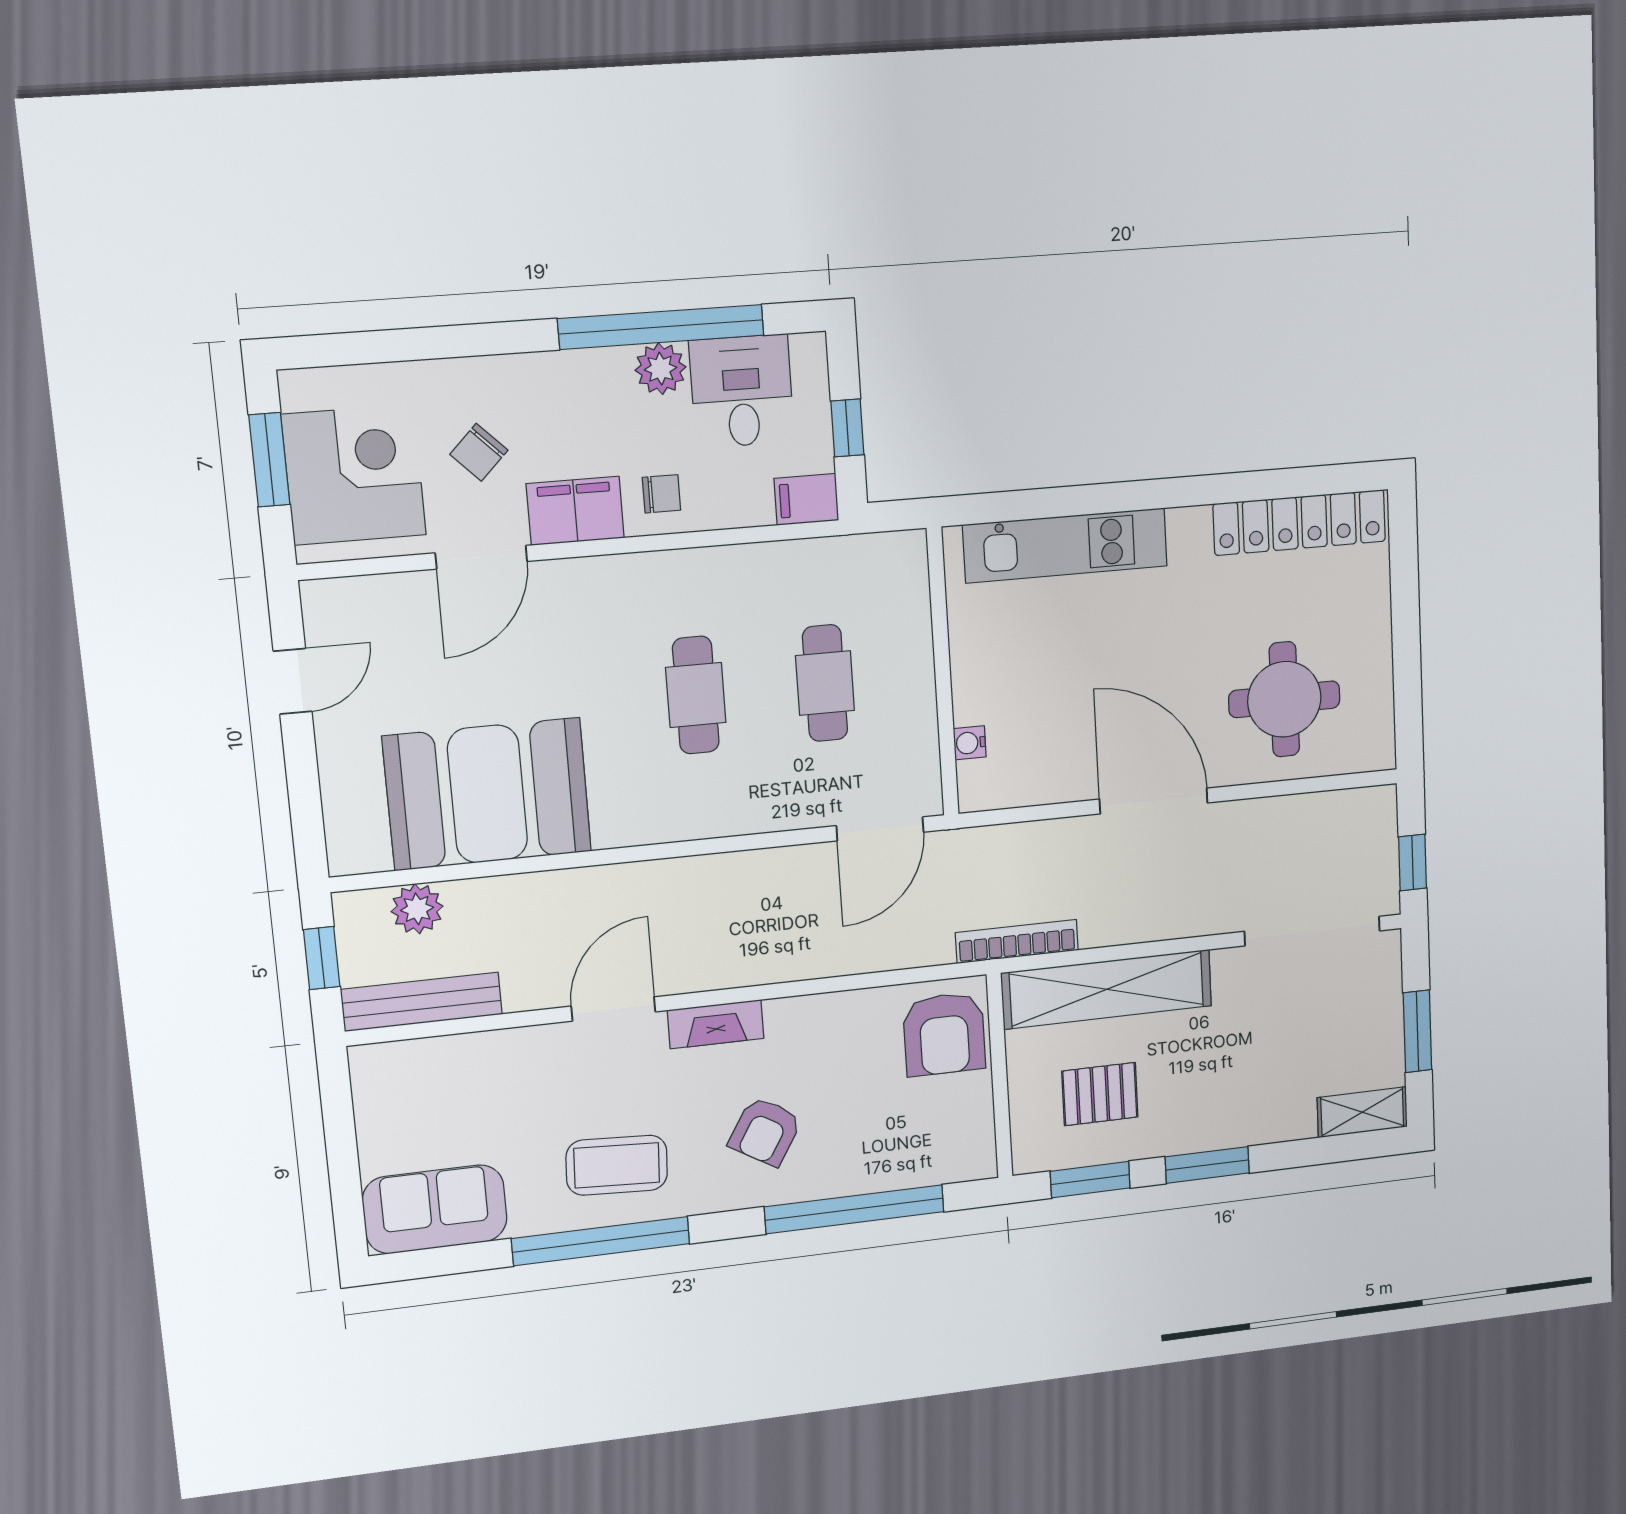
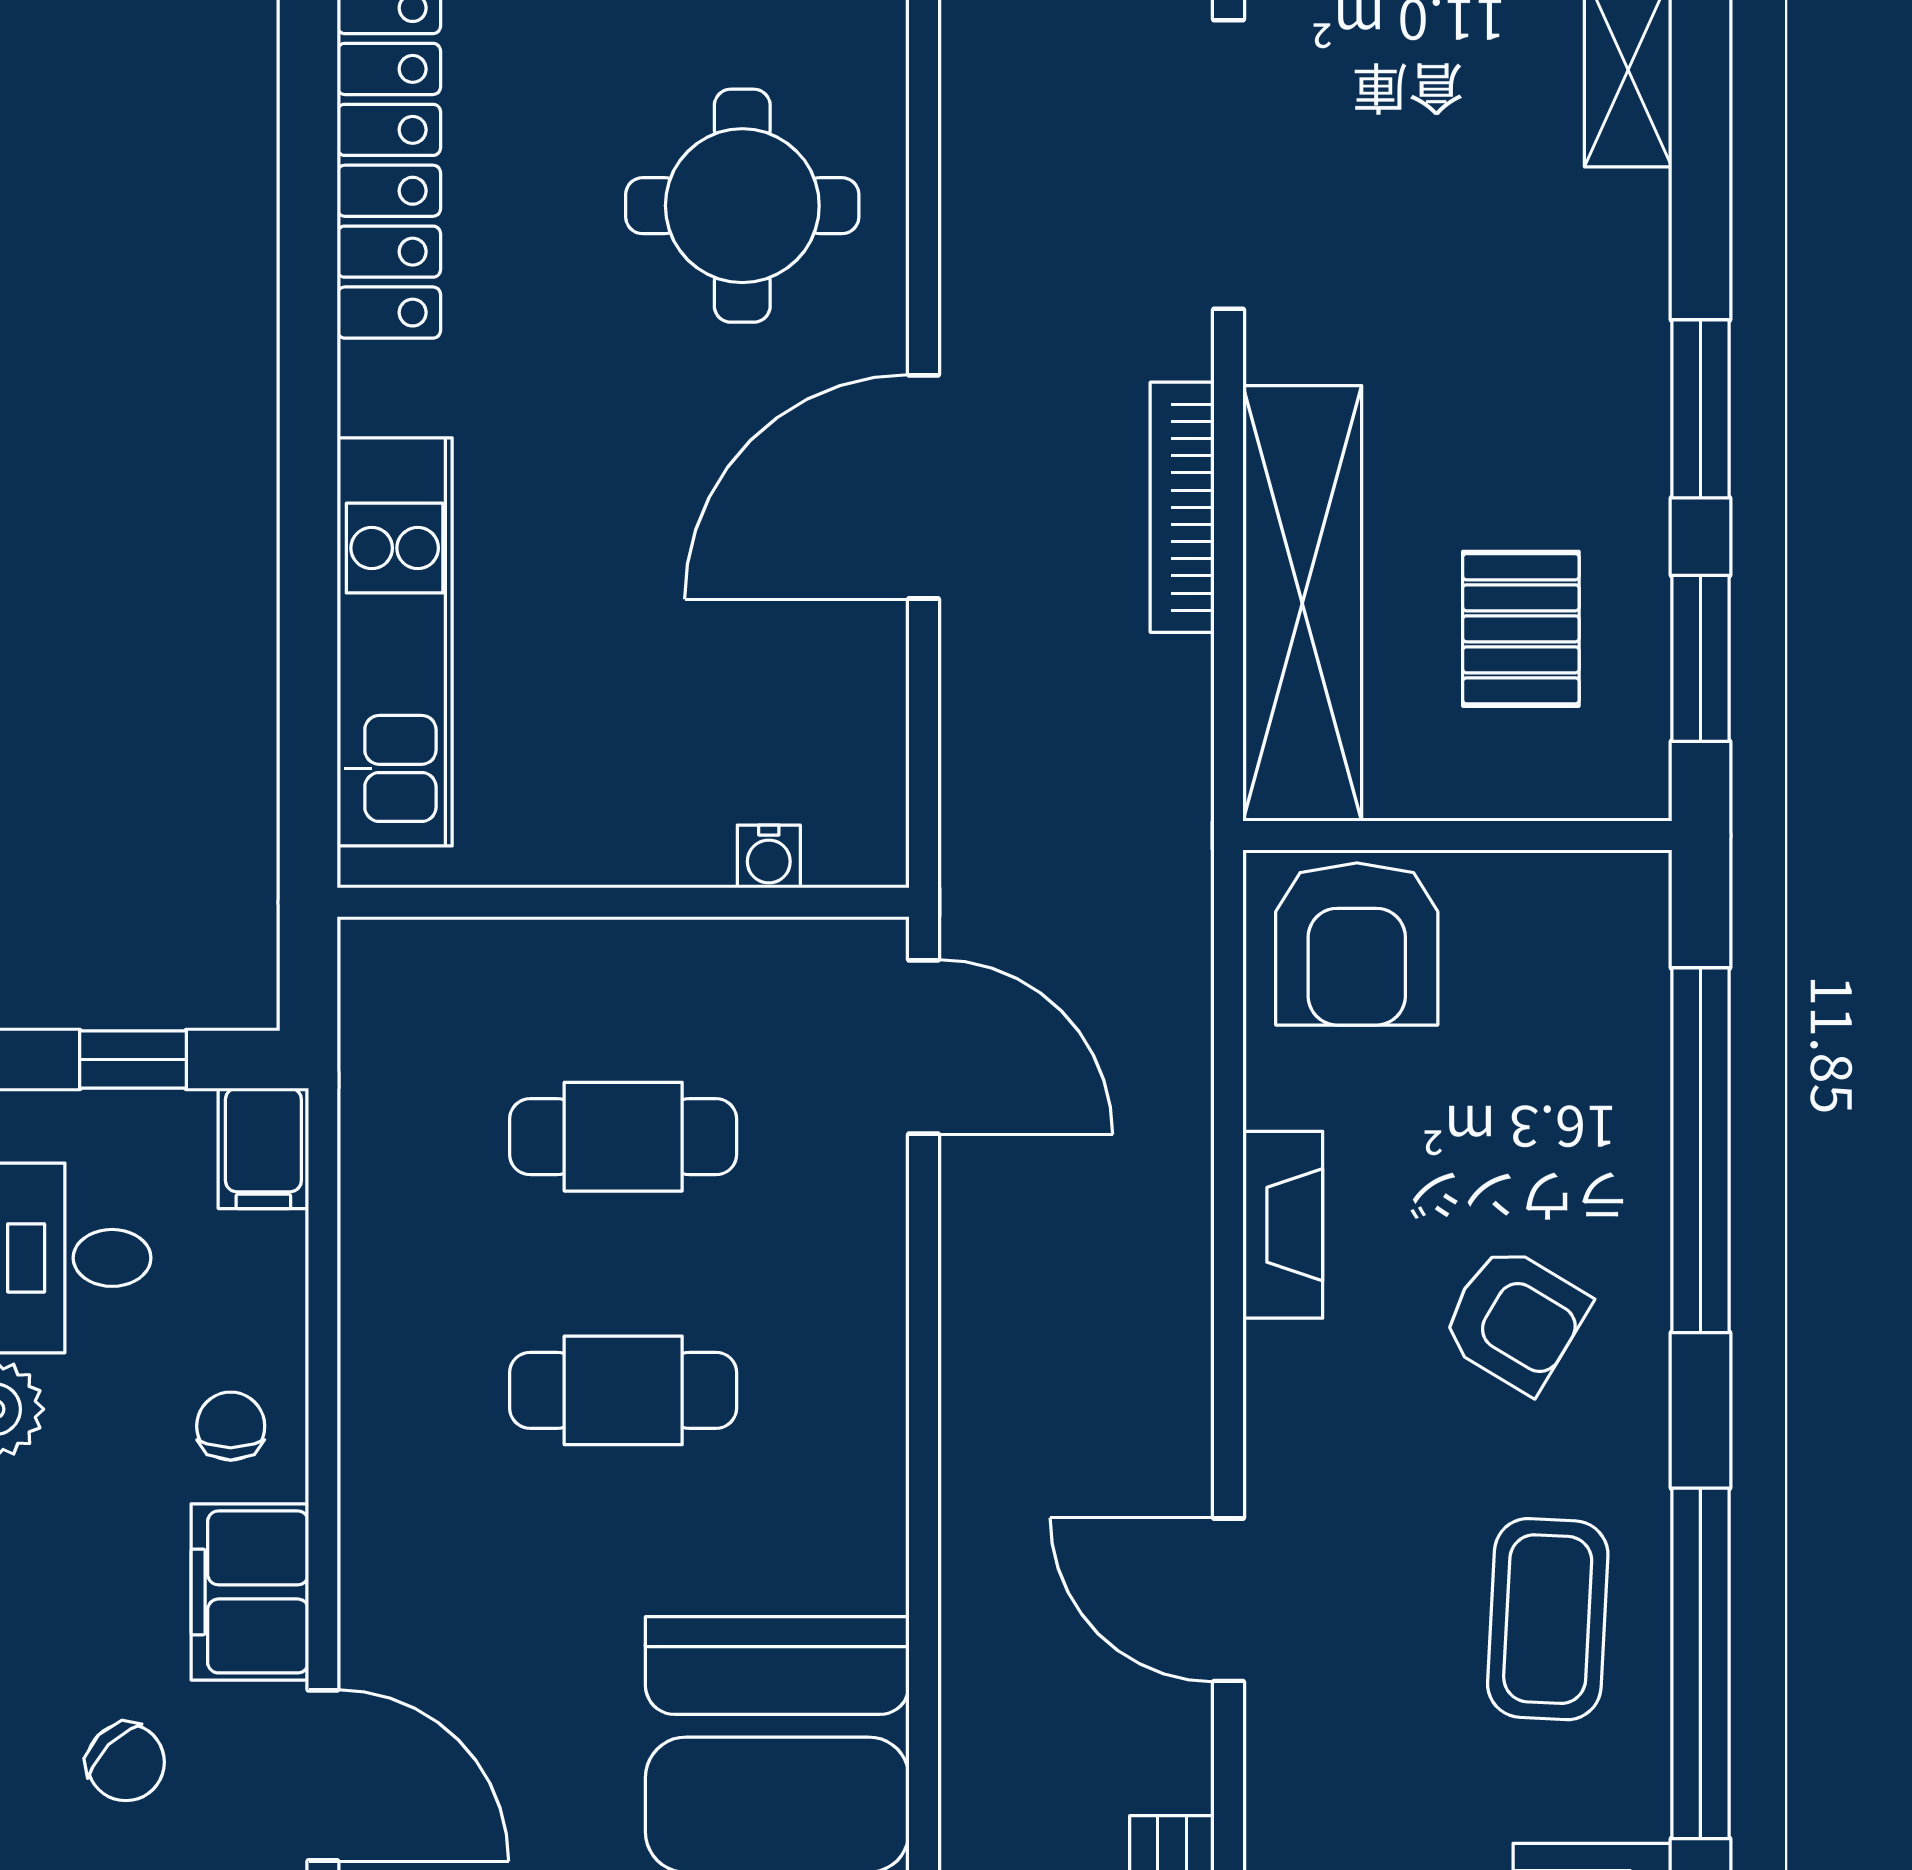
bookcase: (1017, 942) -> (1182, 507), moved
fireplace: (716, 1024) -> (1283, 1225), moved
armchair: (944, 1034) -> (1357, 944), turned 90

